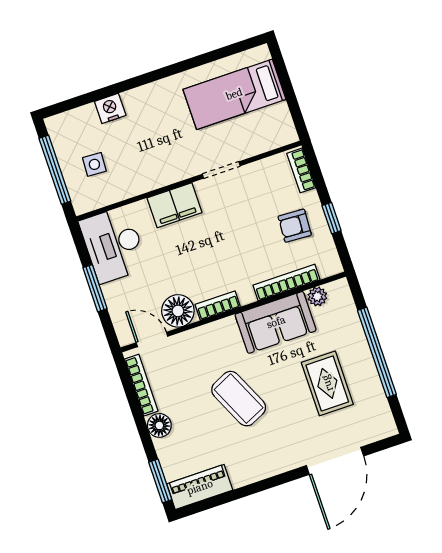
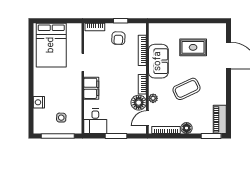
bed: (234, 94) -> (51, 45), width x1.50
desk: (113, 245) -> (95, 121), width x0.73
plant: (317, 296) -> (153, 98), moved
window: (377, 352) -> (187, 21), removed

